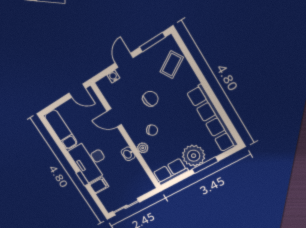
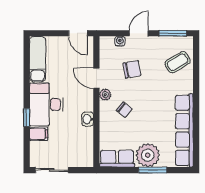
chair: (150, 99) -> (132, 69), moved
plant: (143, 148) -> (105, 95), moved

